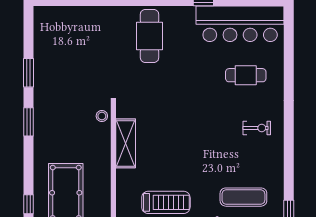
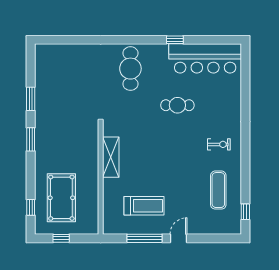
cafe table: (246, 75) -> (177, 105), moved
stool: (102, 116) -> (91, 135), removed
exercise mat: (243, 197) -> (218, 190), moved, turned 90

